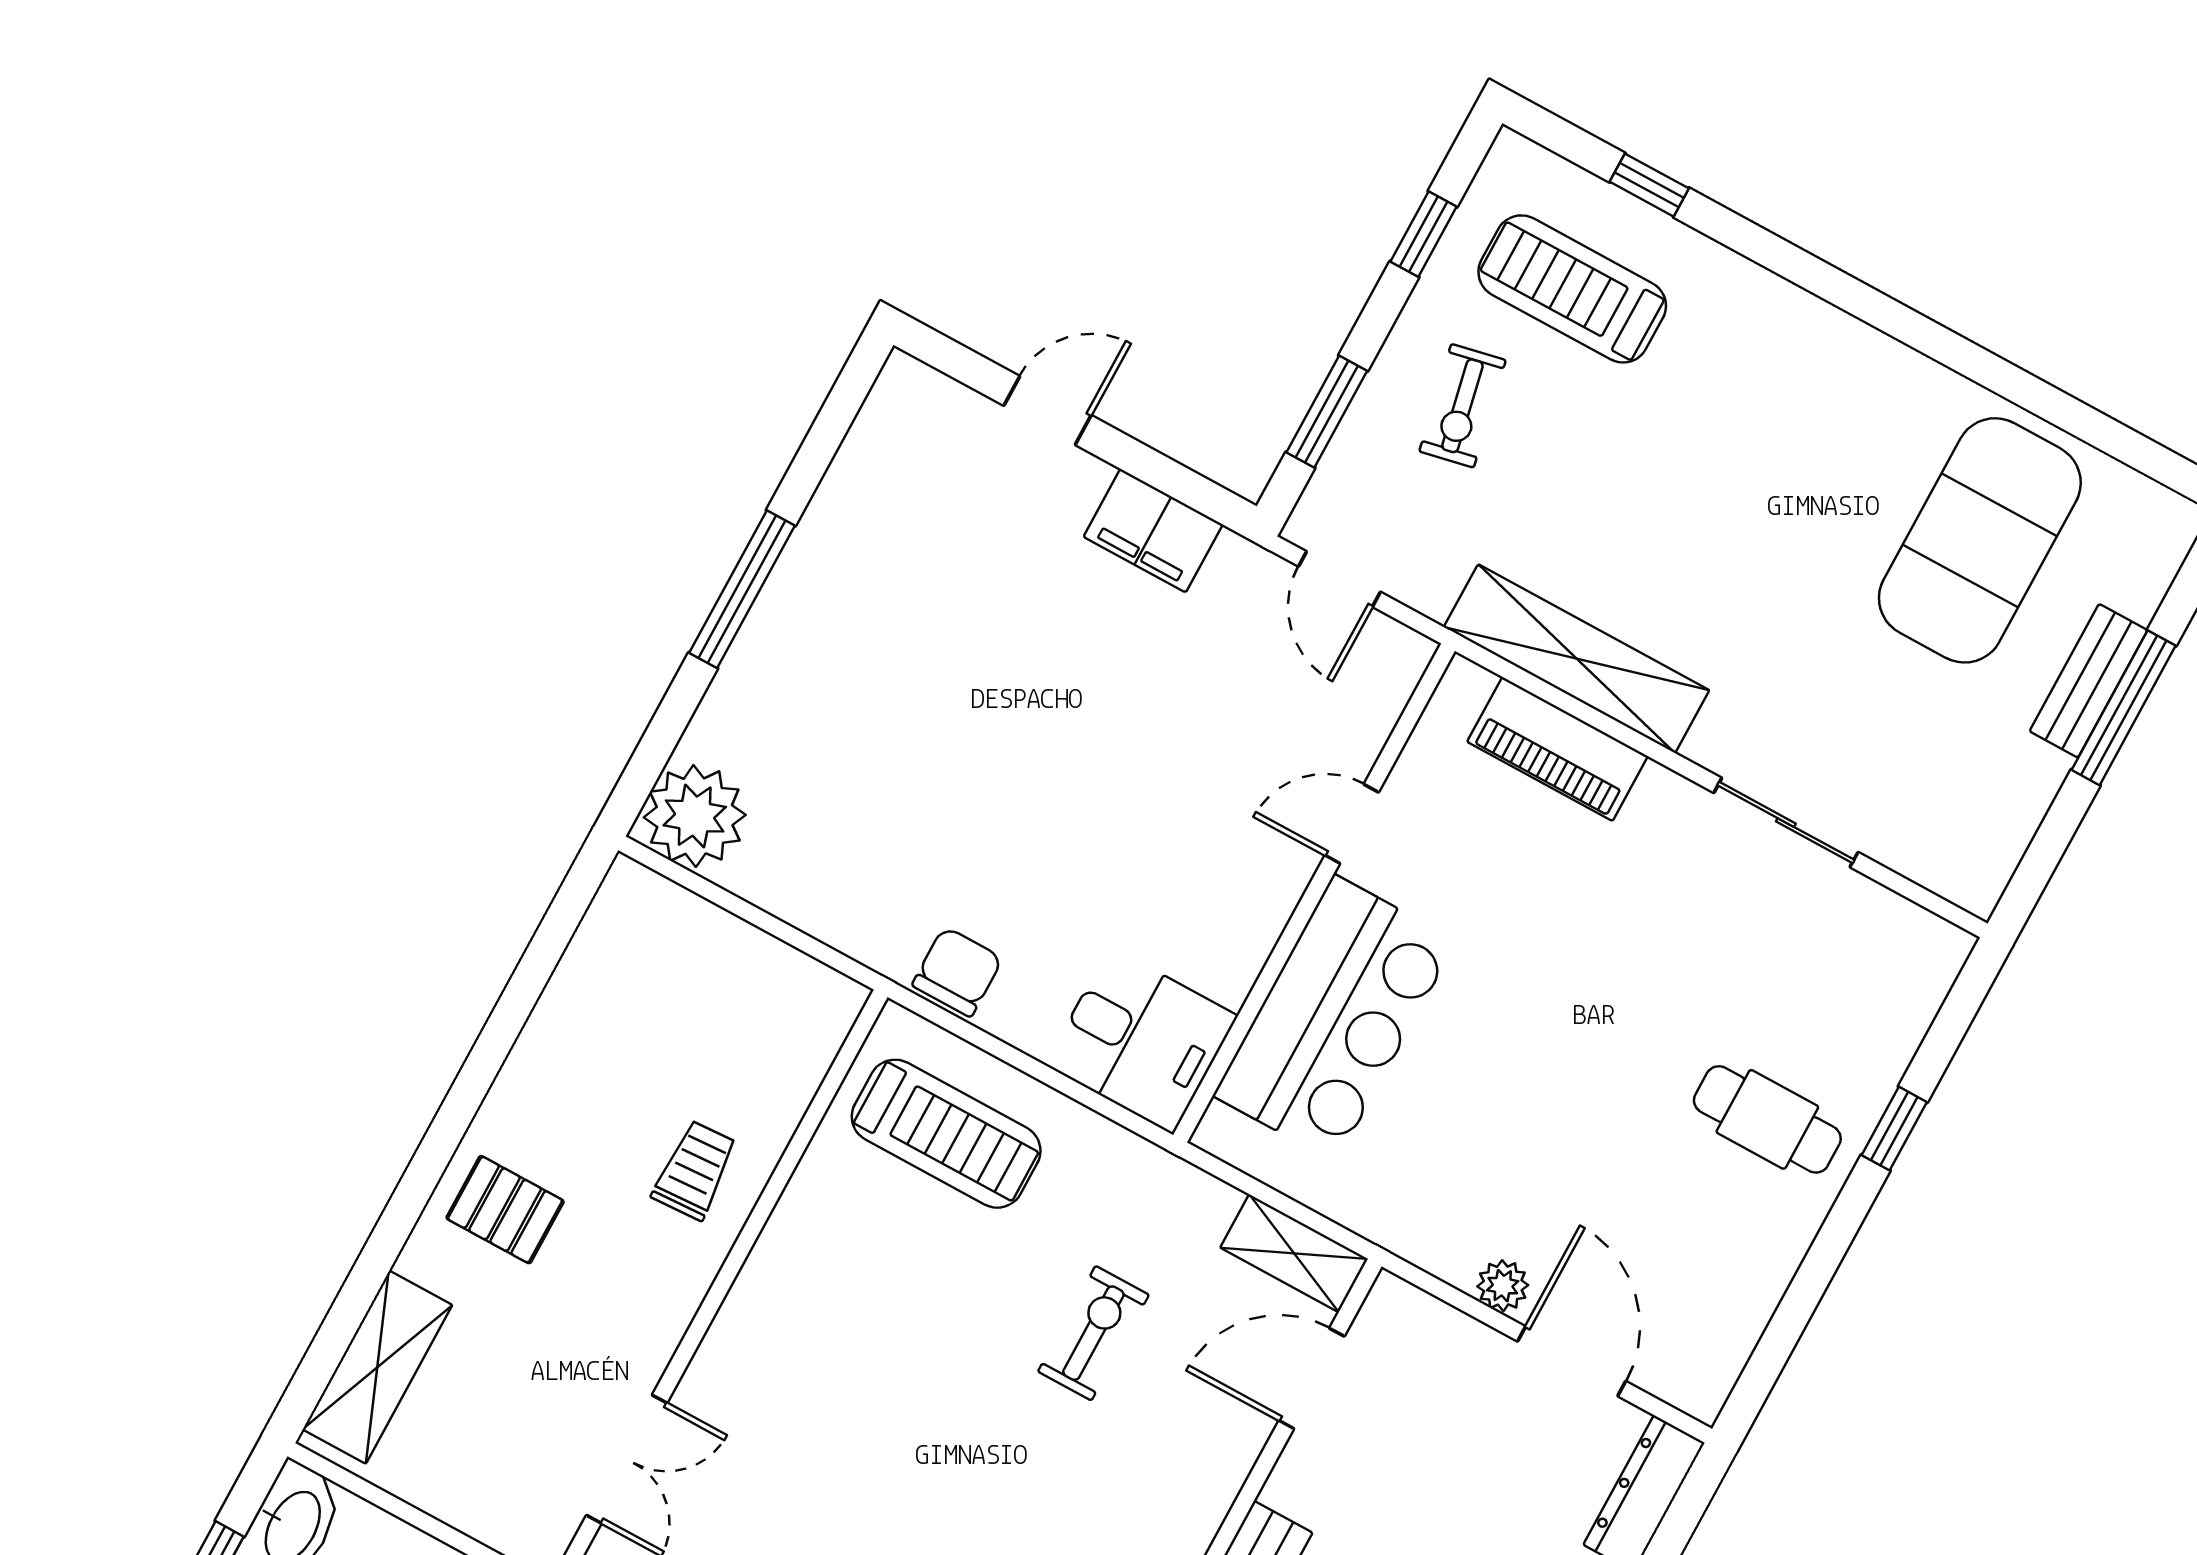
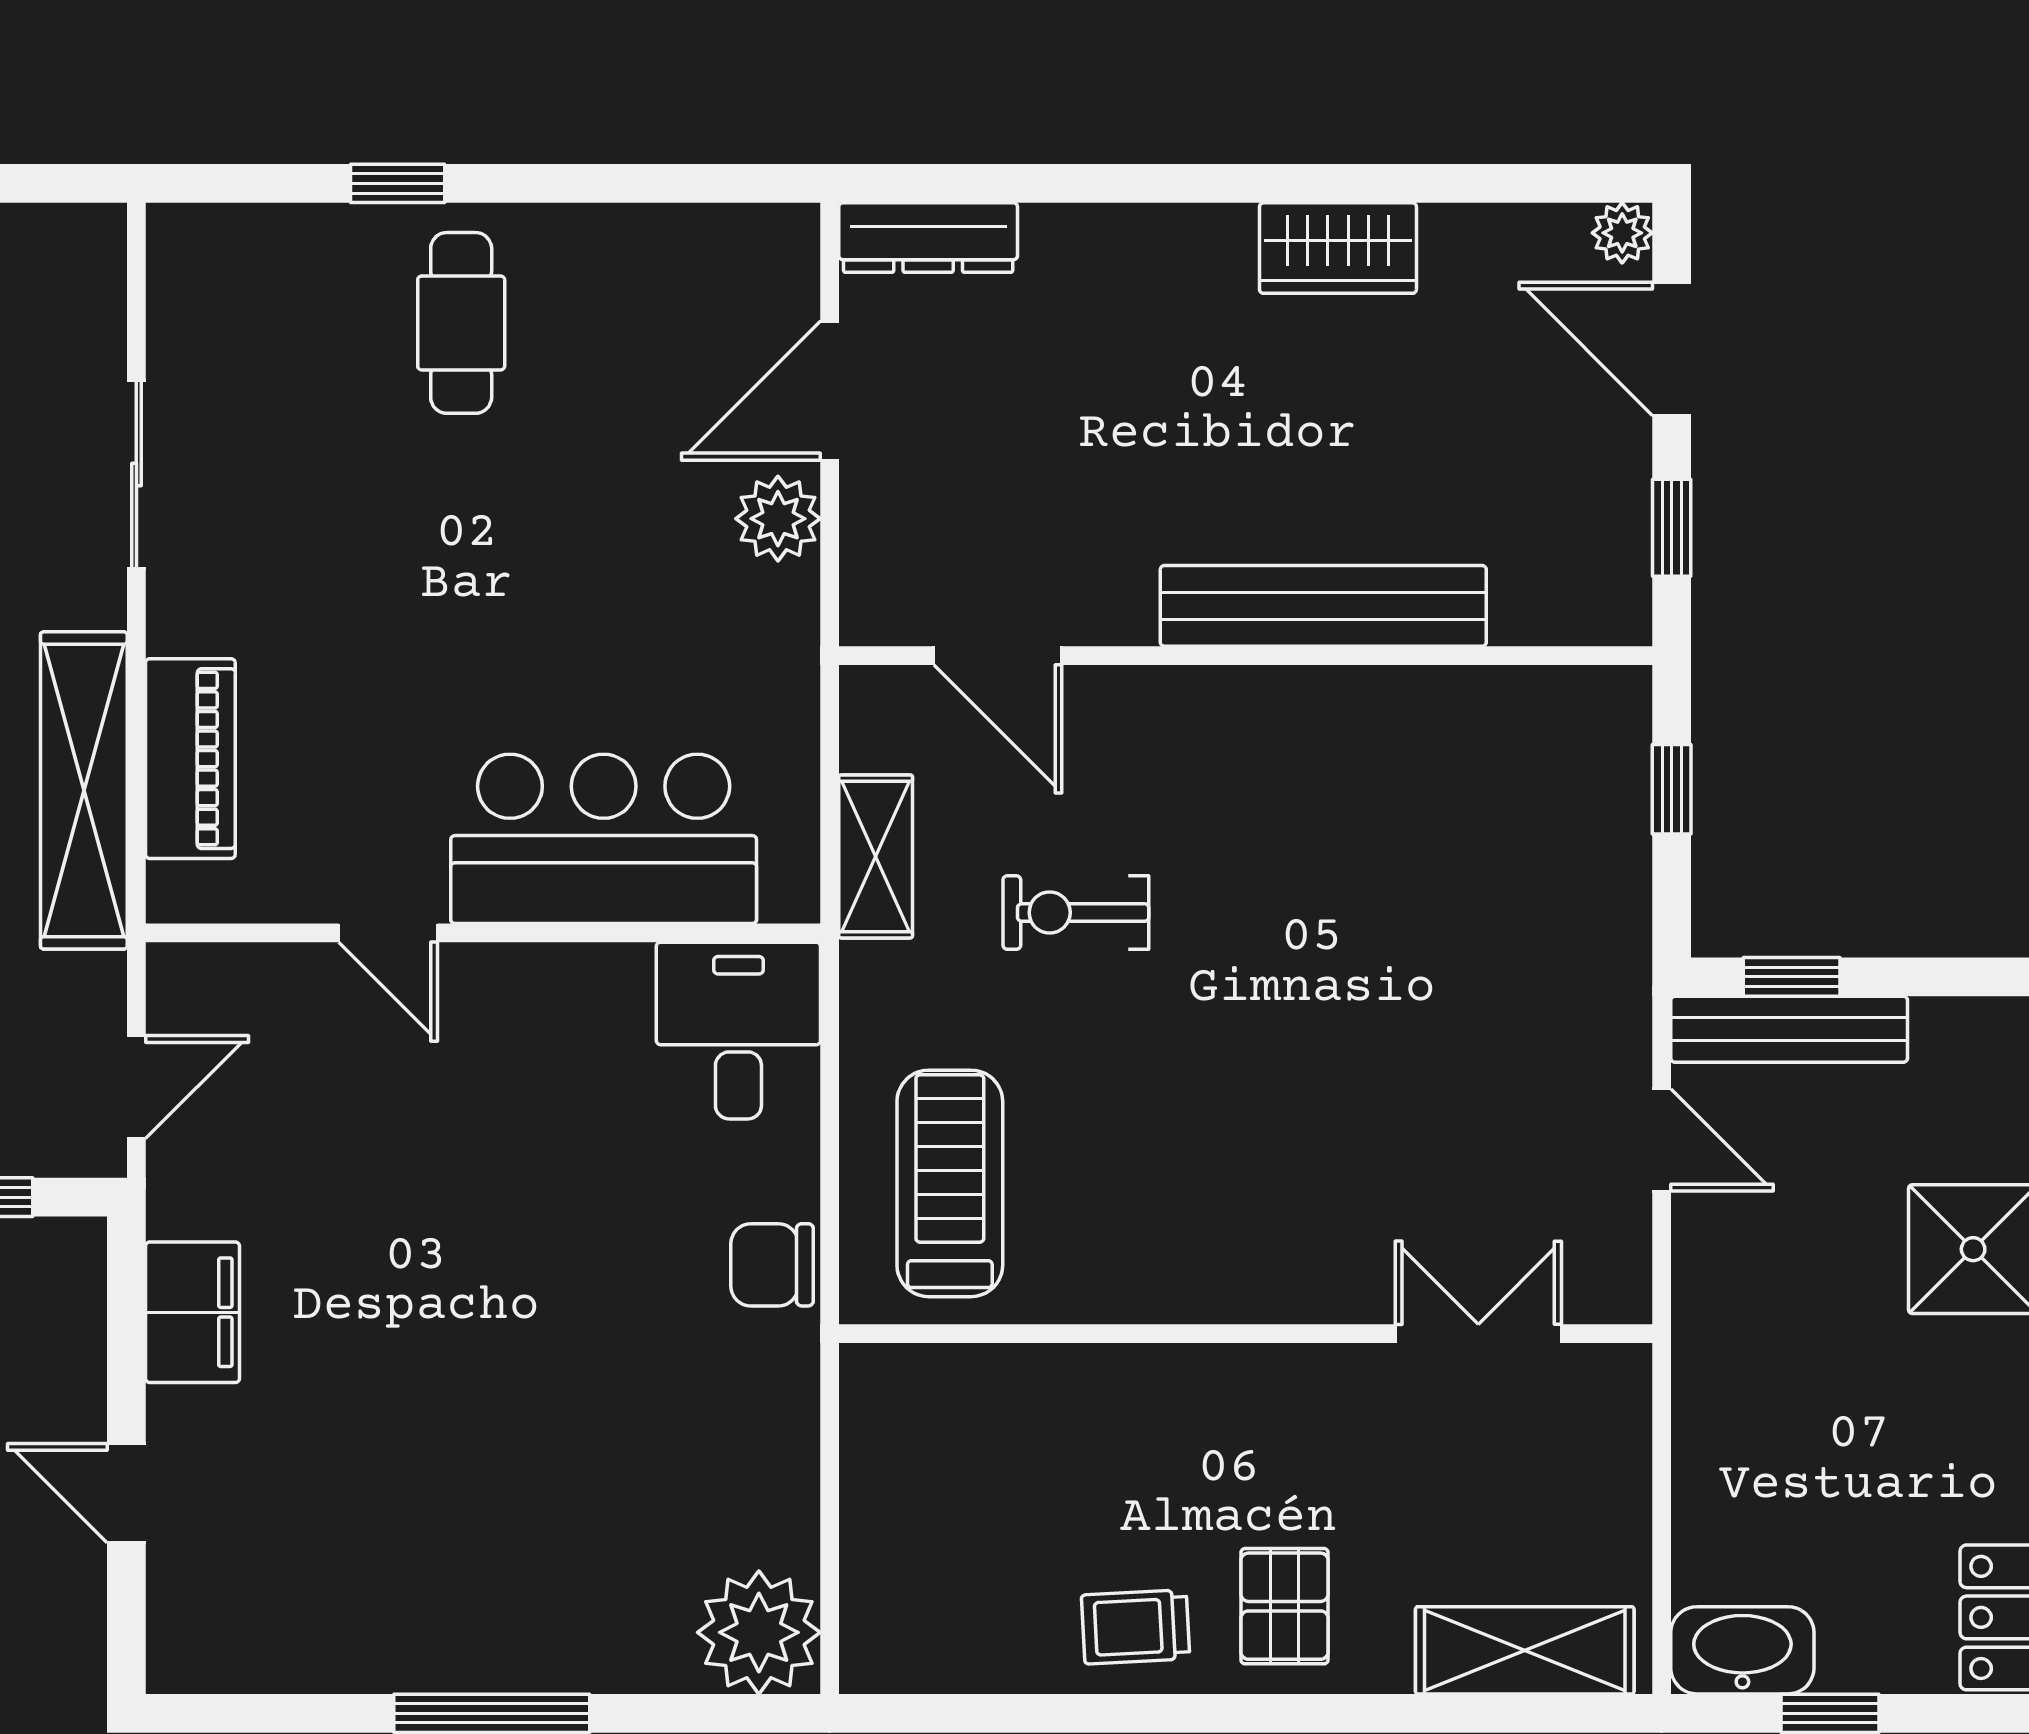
trolley: (695, 1170) -> (1136, 1627), moved
shelving: (1294, 1253) -> (876, 856), moved
plant: (1503, 1286) -> (778, 519), width x1.38, depth x1.38

